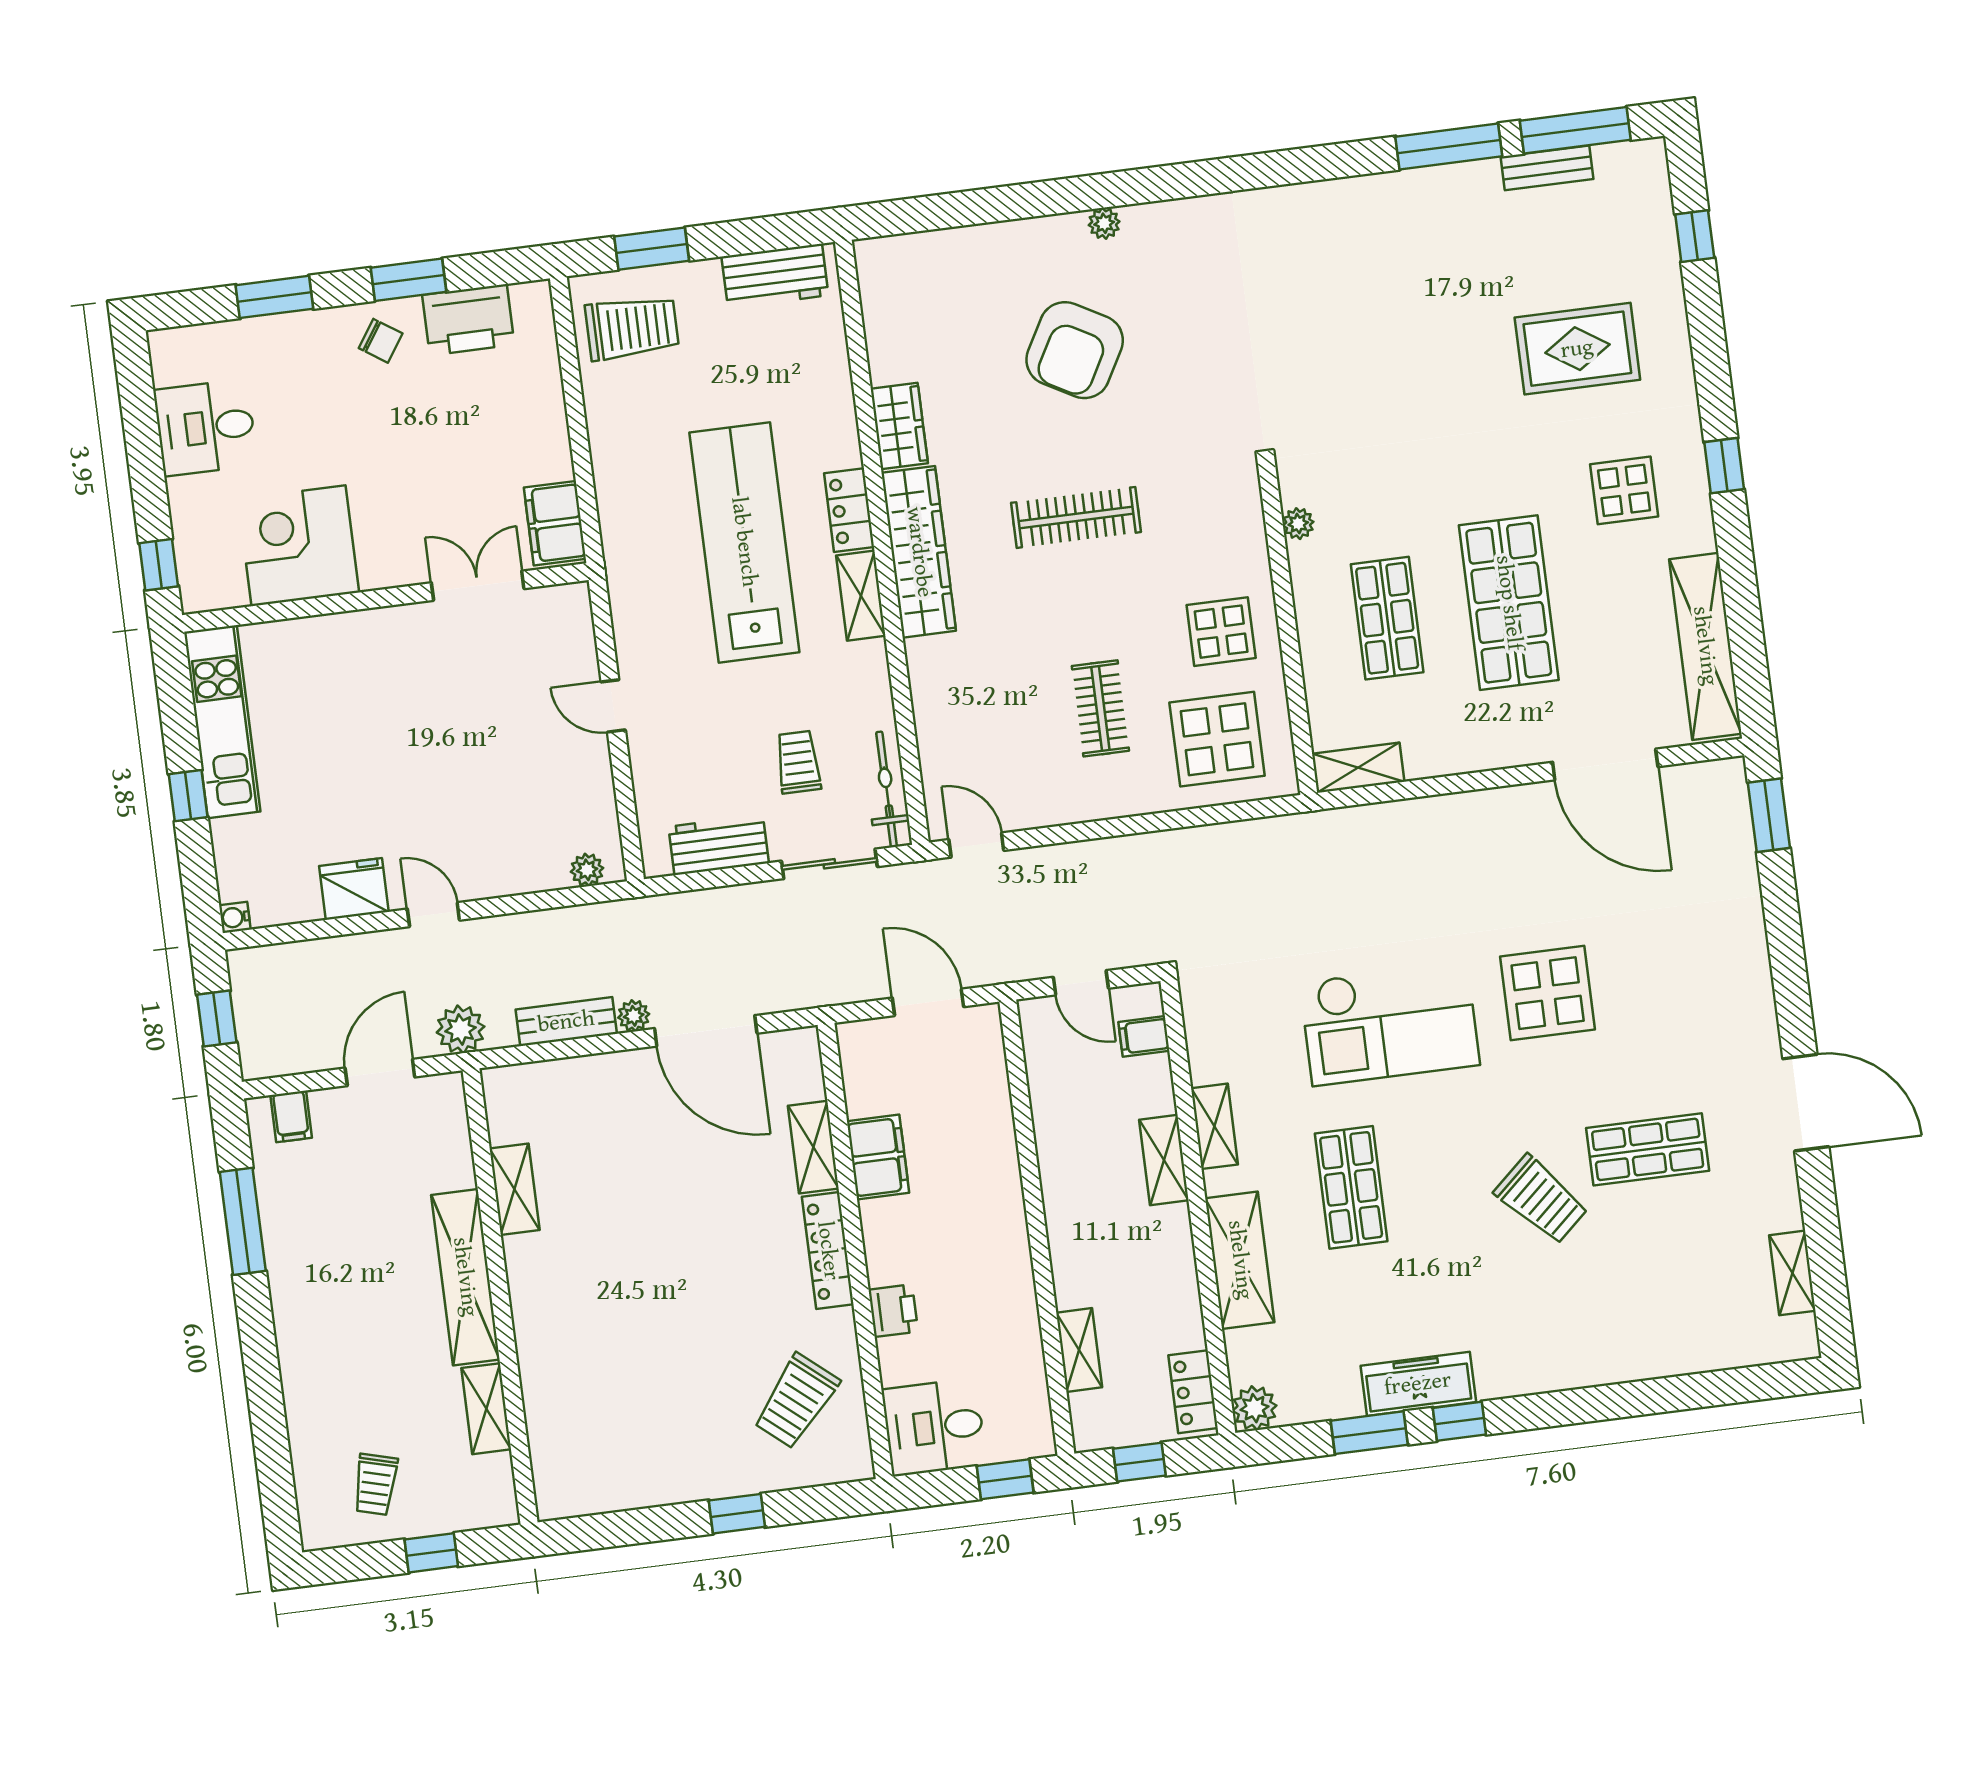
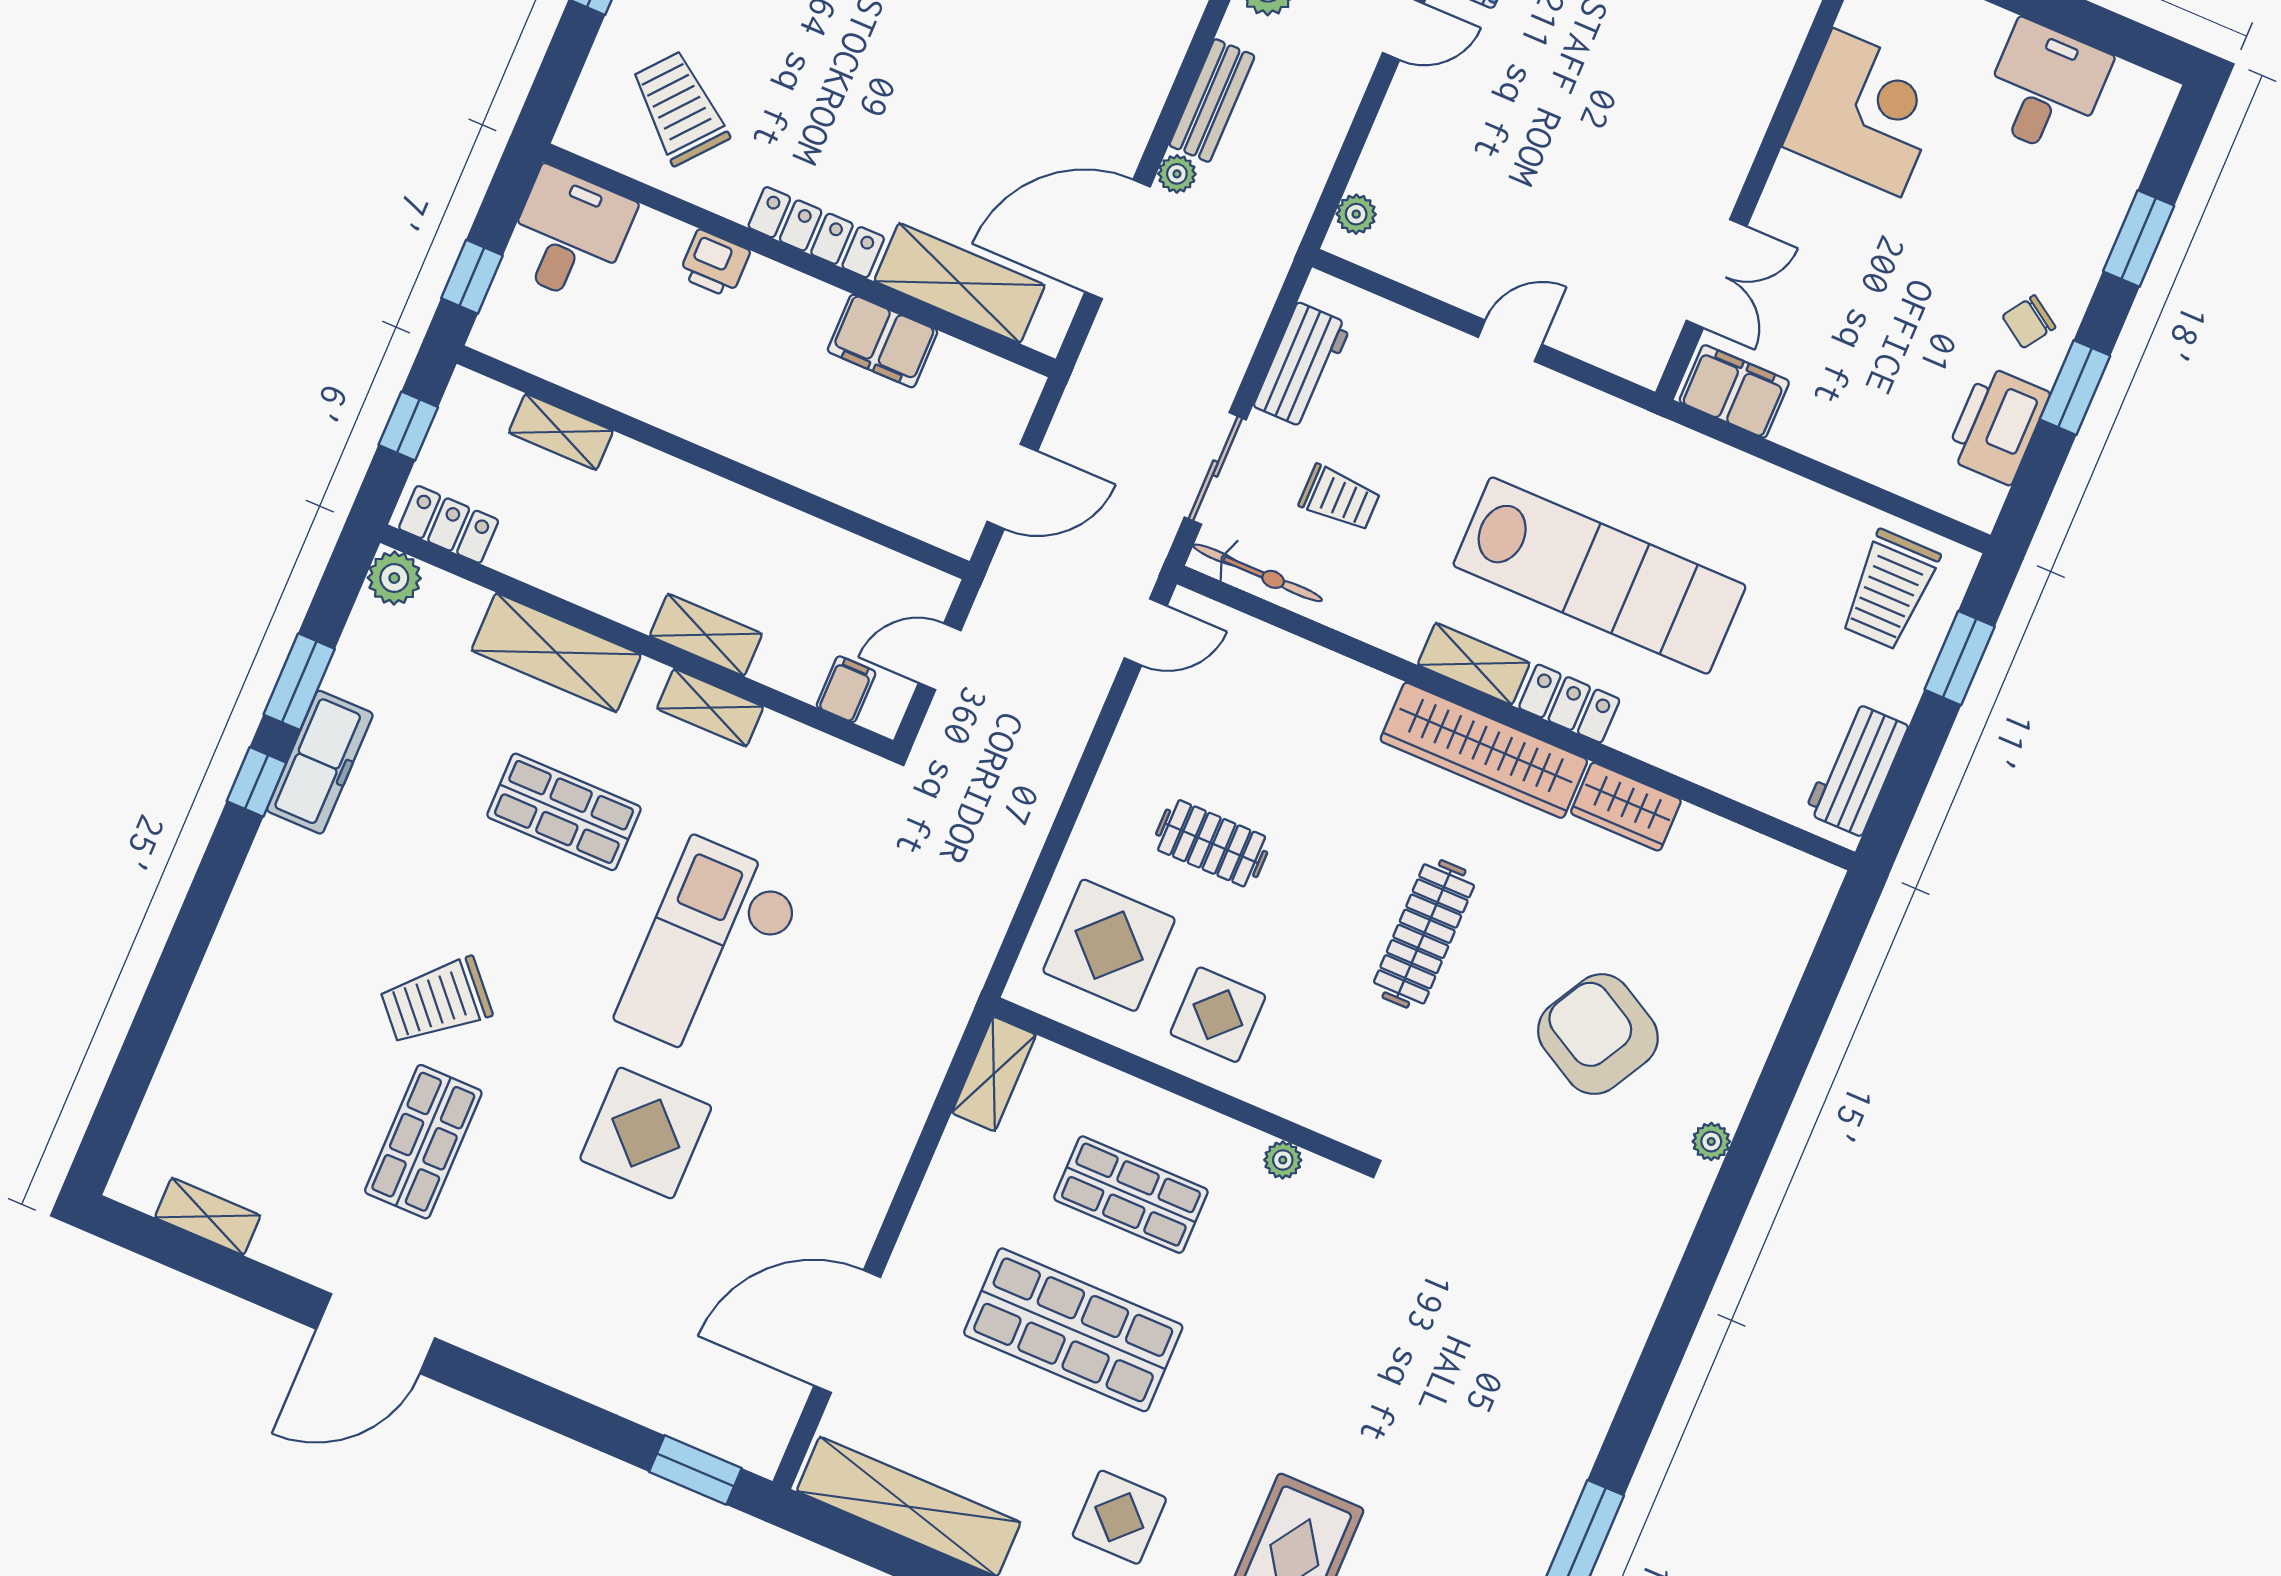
shelving: (813, 1147) -> (960, 283), width x1.50, depth x1.33

